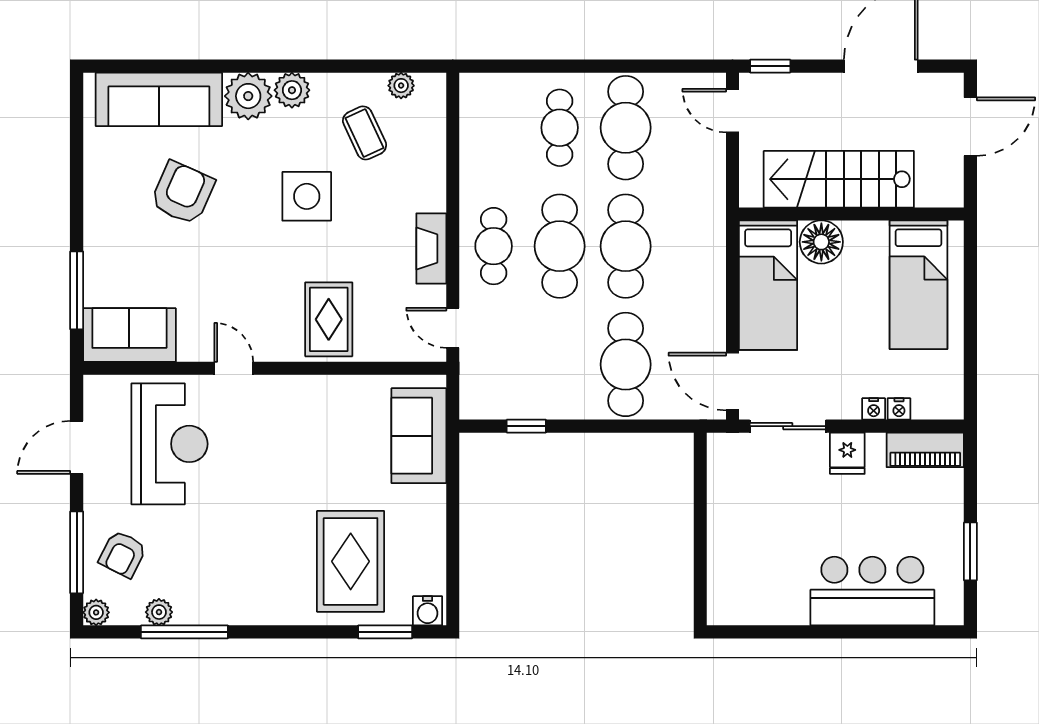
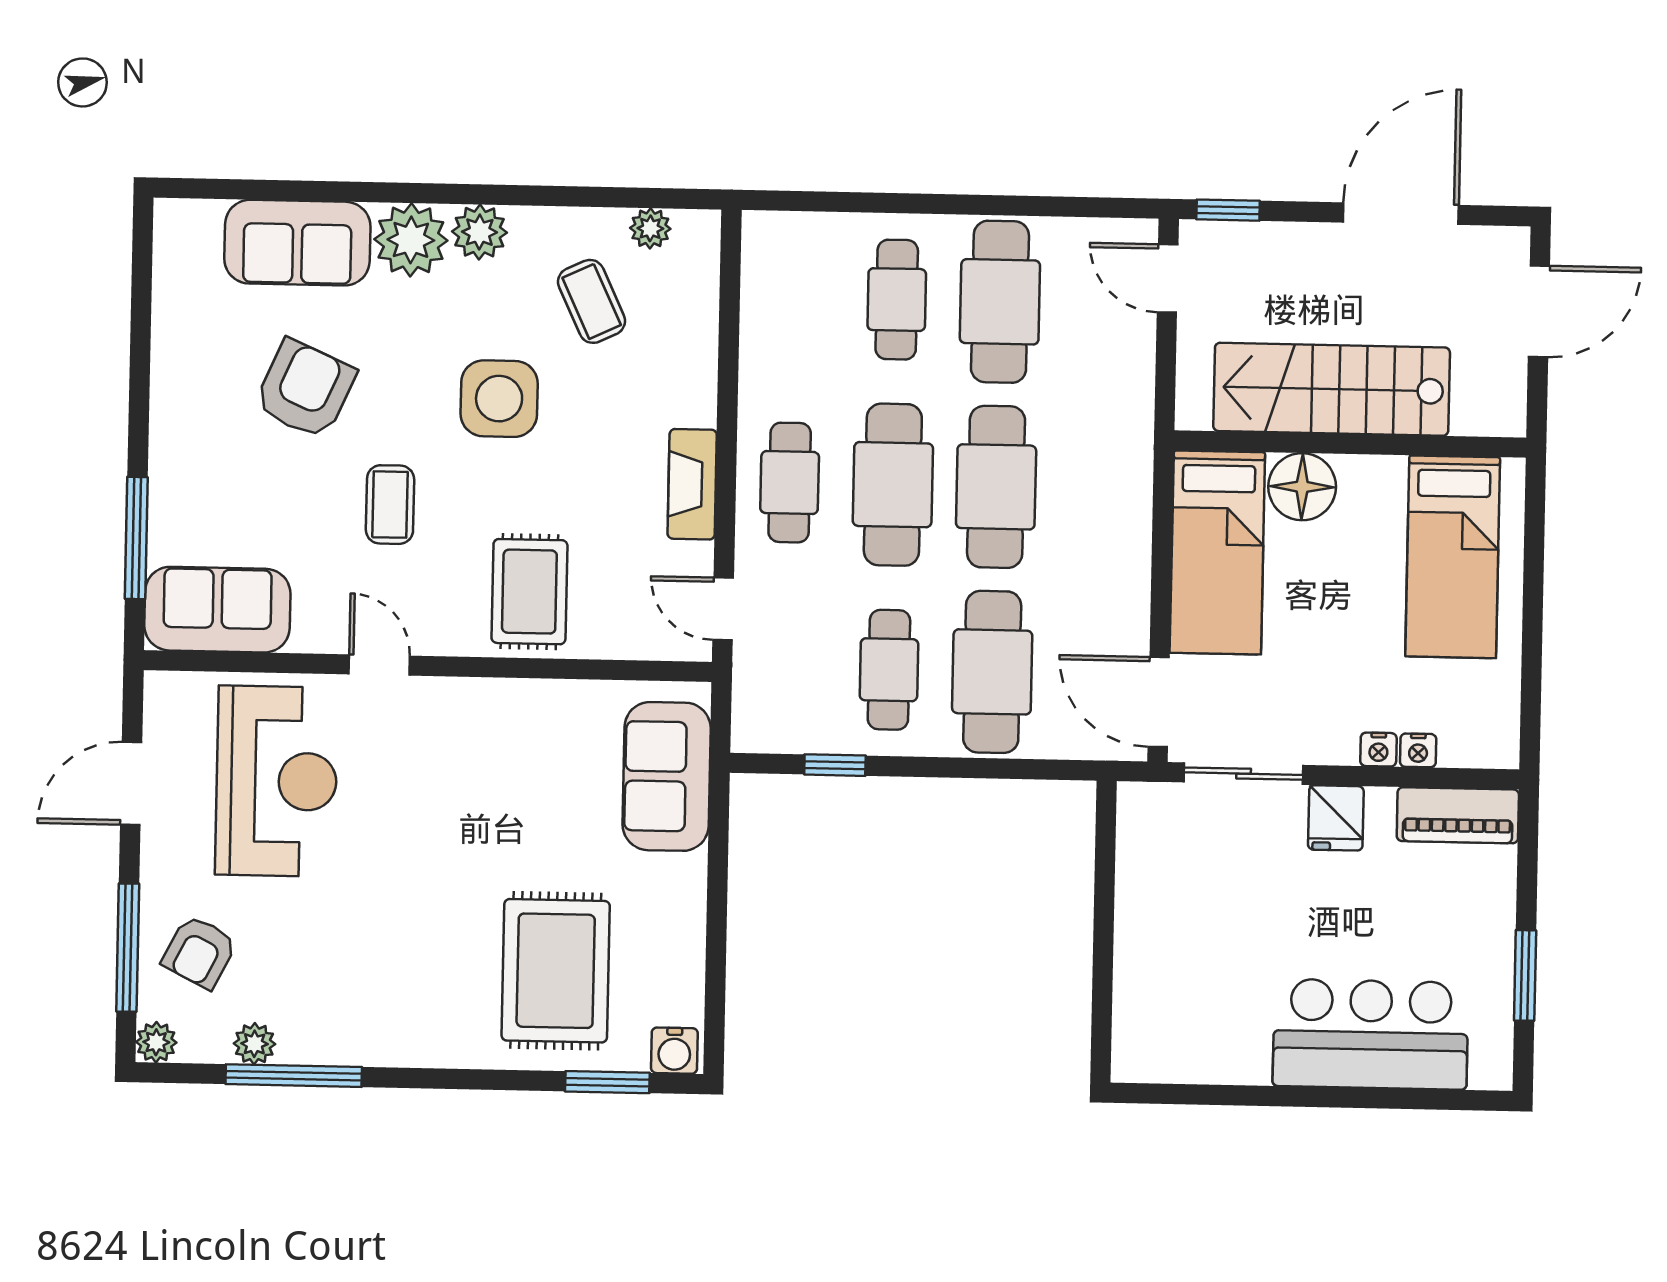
sofa: (159, 99) -> (297, 243), width x0.73
coffee table: (238, 266) -> (390, 505), added
cafe table: (560, 364) -> (889, 670), added

